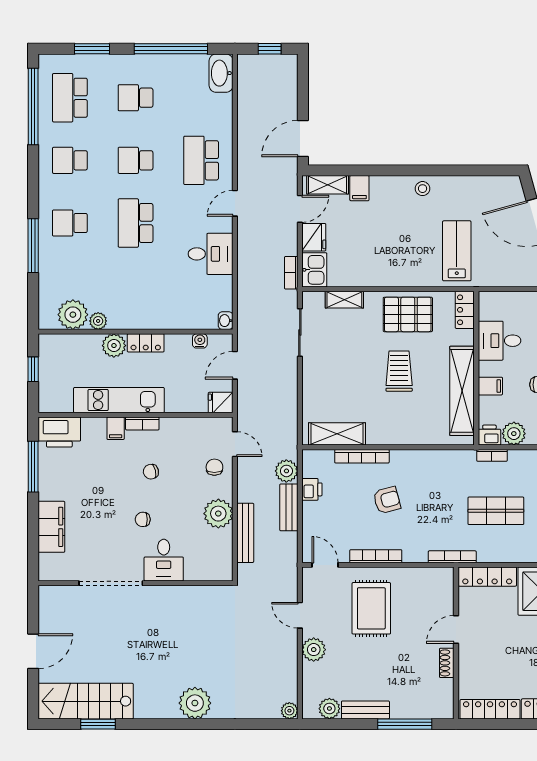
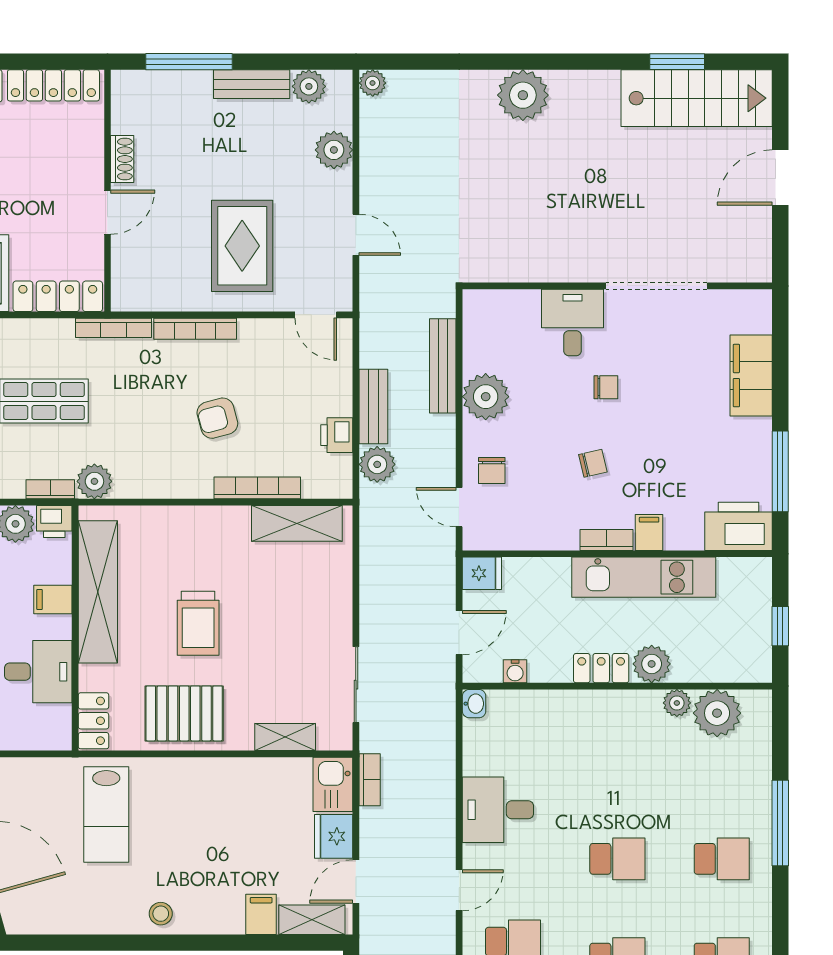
school desk: (136, 223) -> (617, 859), width x0.54
plant: (464, 460) -> (94, 481), added
bookcase: (376, 556) -> (195, 329), moved
plant: (314, 650) -> (334, 150), moved

